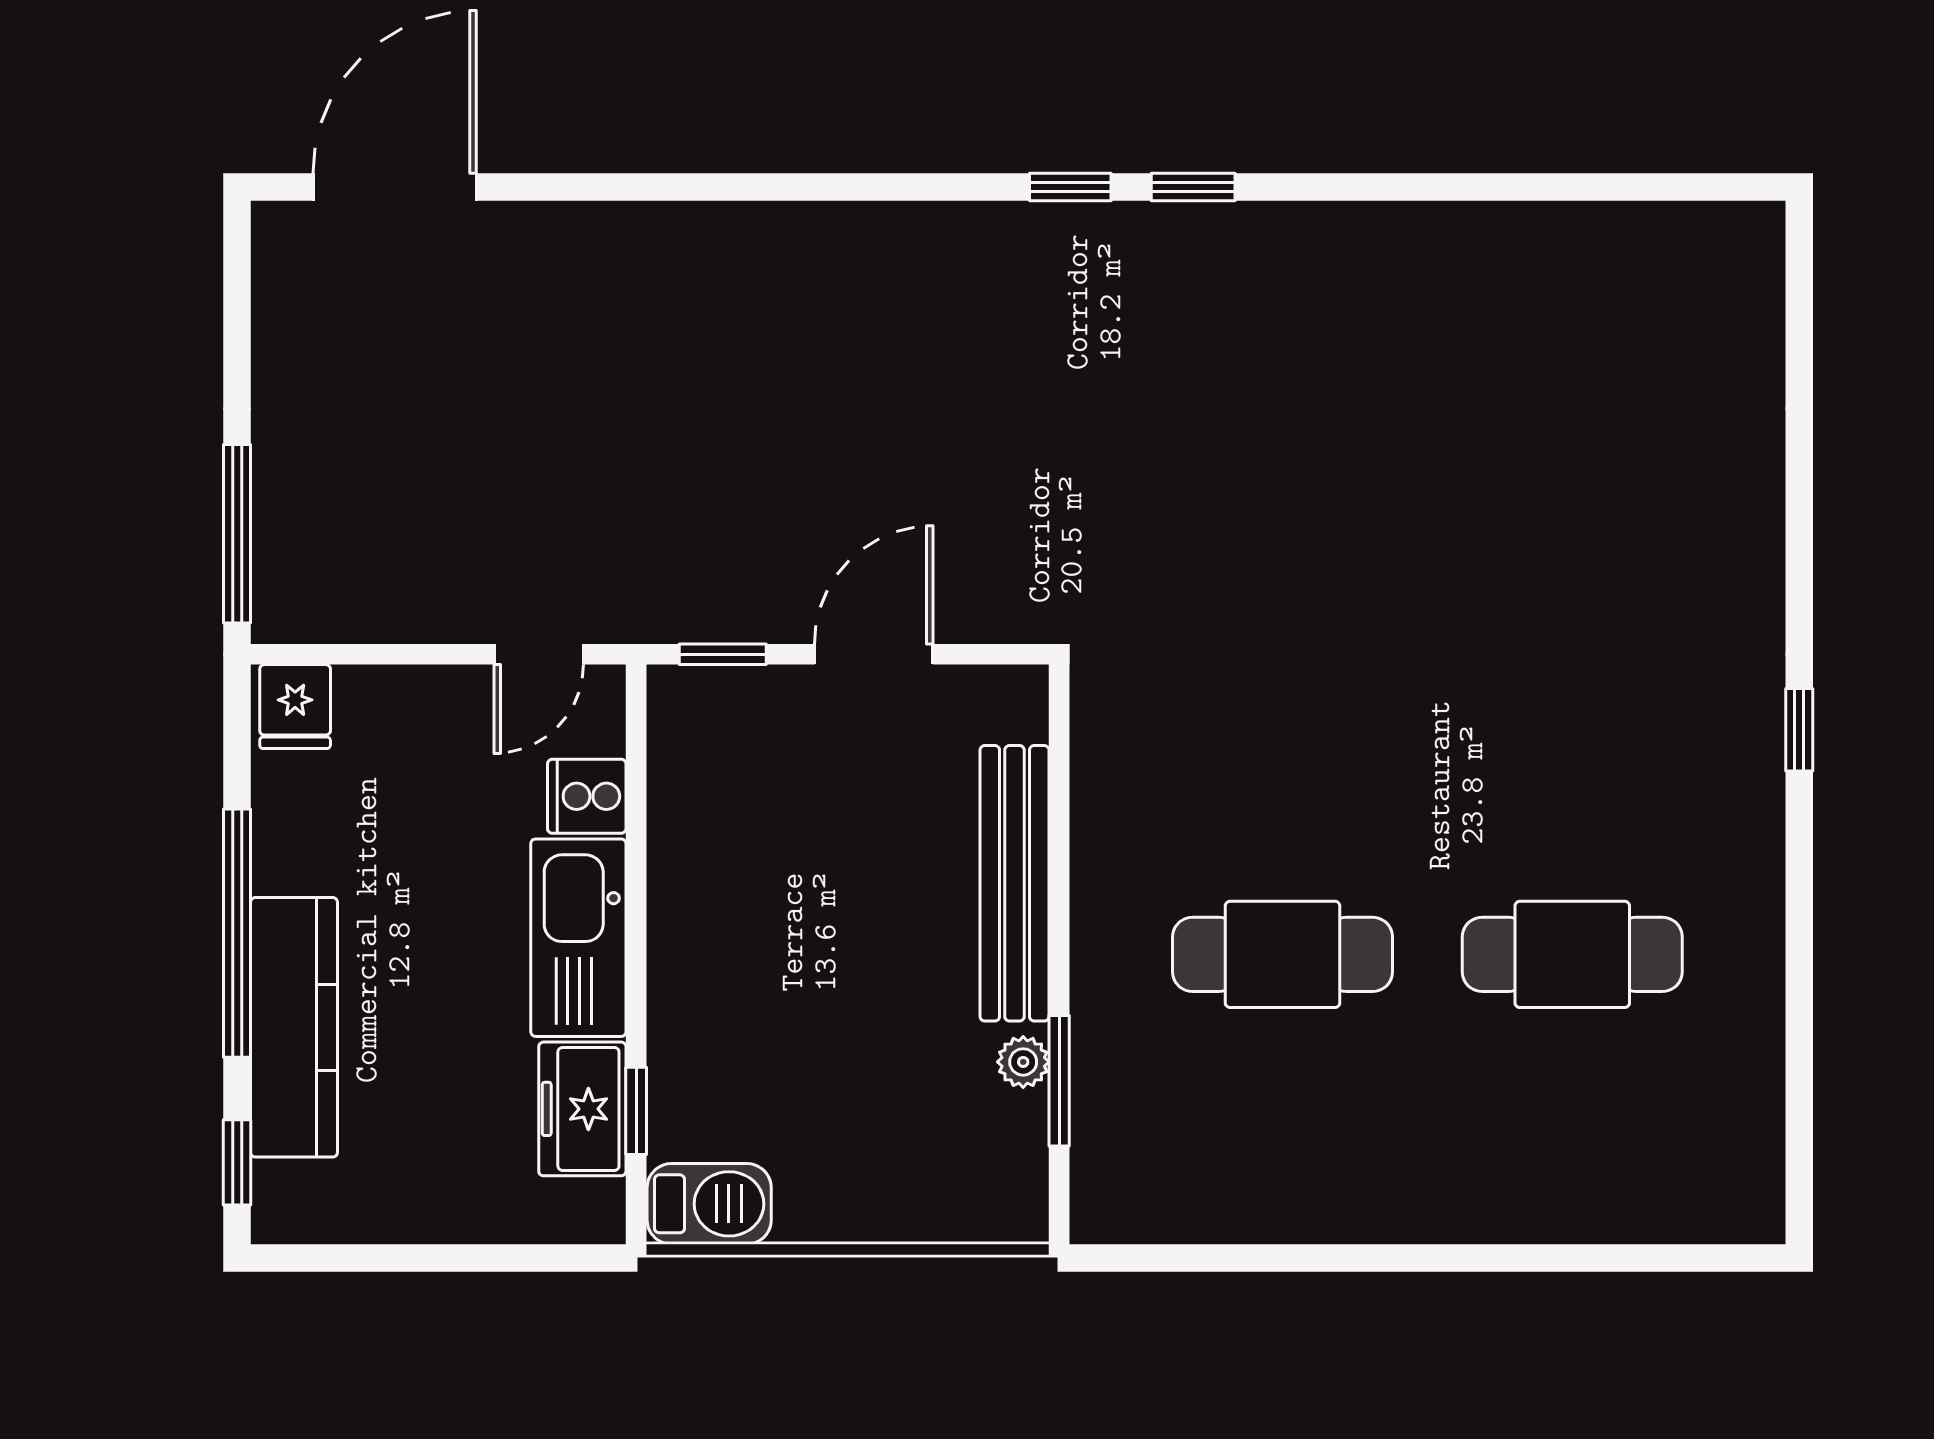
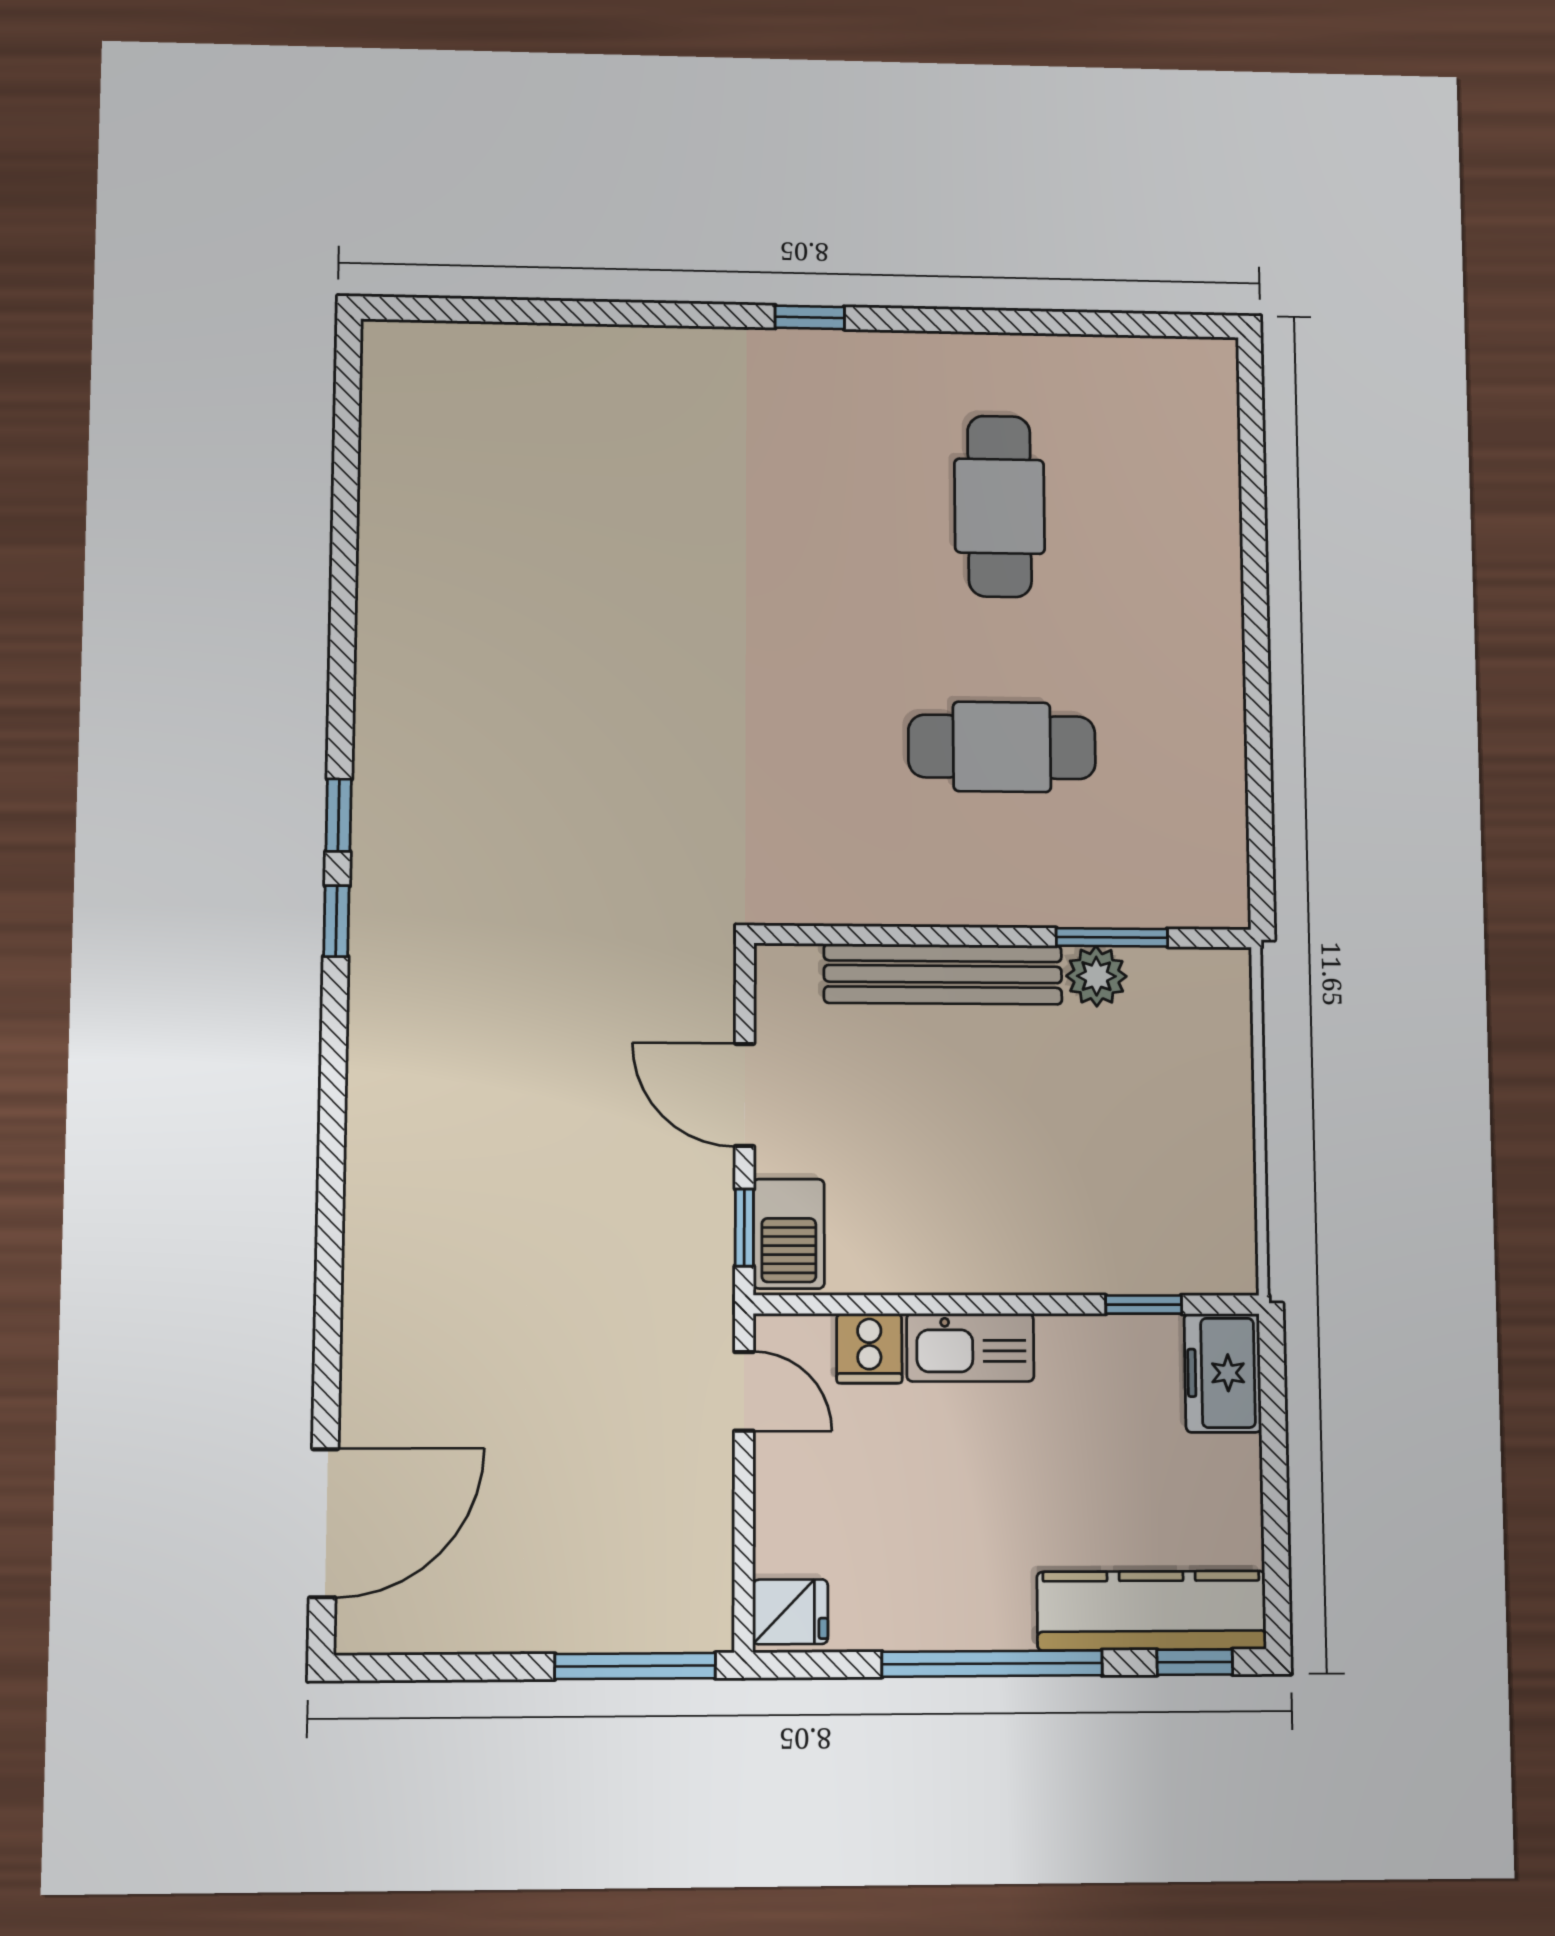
door: (395, 187) -> (324, 1523), swing flipped
kitchen sink: (578, 938) -> (970, 1347), width x0.73, depth x0.81
cafe table: (1283, 954) -> (1002, 747), turned 90
kitchen counter: (294, 1027) -> (1152, 1611), moved
plant: (1023, 1062) -> (1096, 976), width x1.38, depth x1.38
freezer: (582, 1109) -> (1223, 1373), moved, turned 90
barbecue: (709, 1204) -> (789, 1234), moved, turned 180

